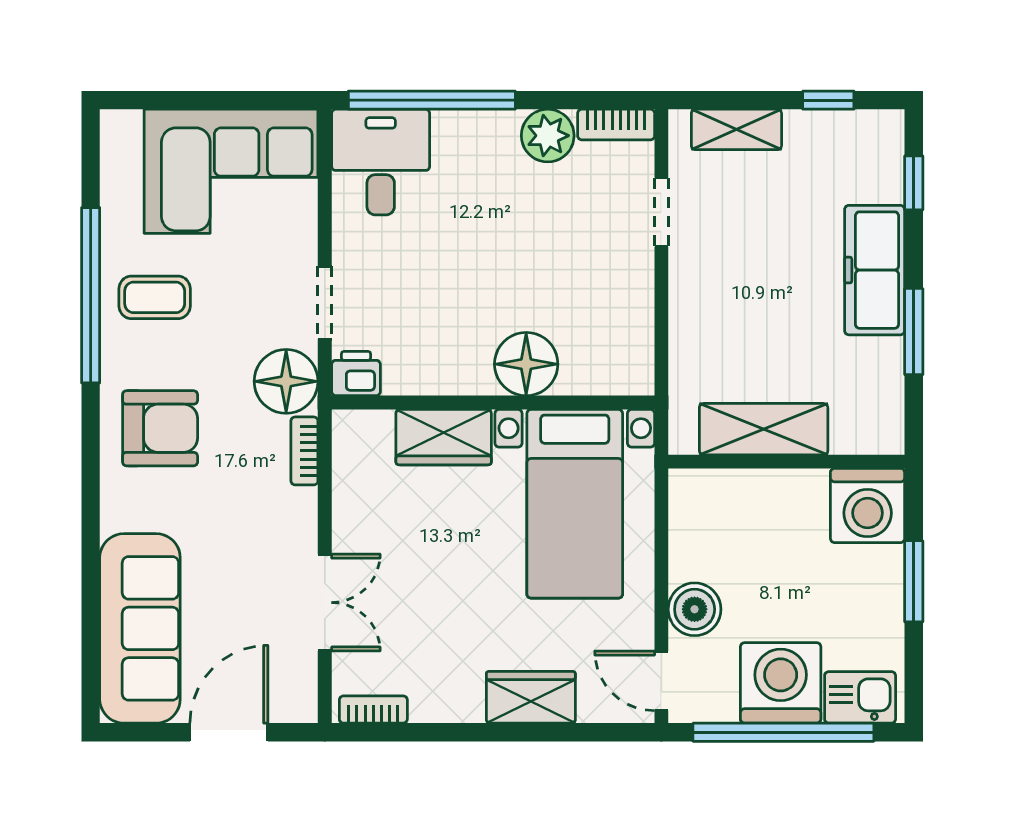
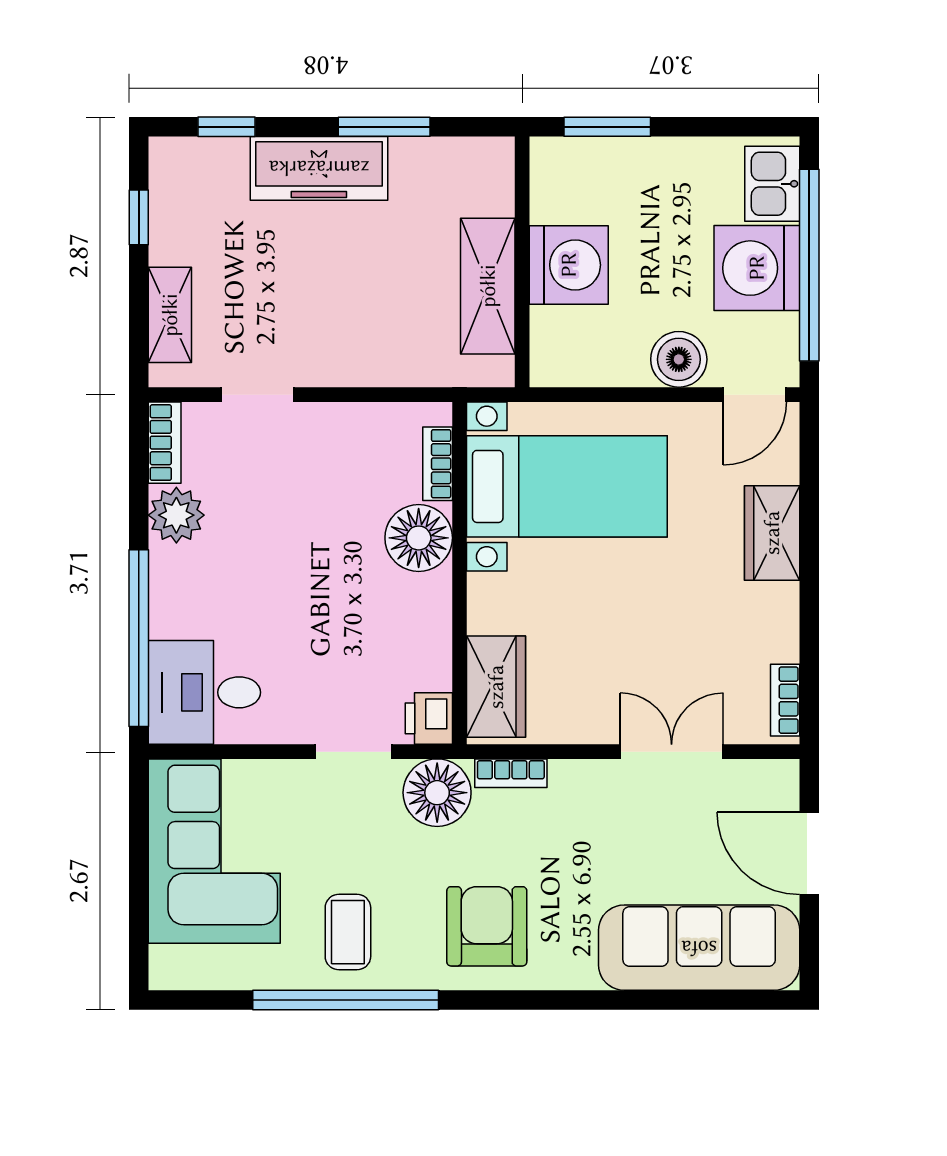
bookcase: (596, 382) -> (438, 464), added
wardrobe: (444, 437) -> (496, 687), moved
washing machine: (868, 506) -> (569, 265), moved
window: (914, 581) -> (607, 127), moved

